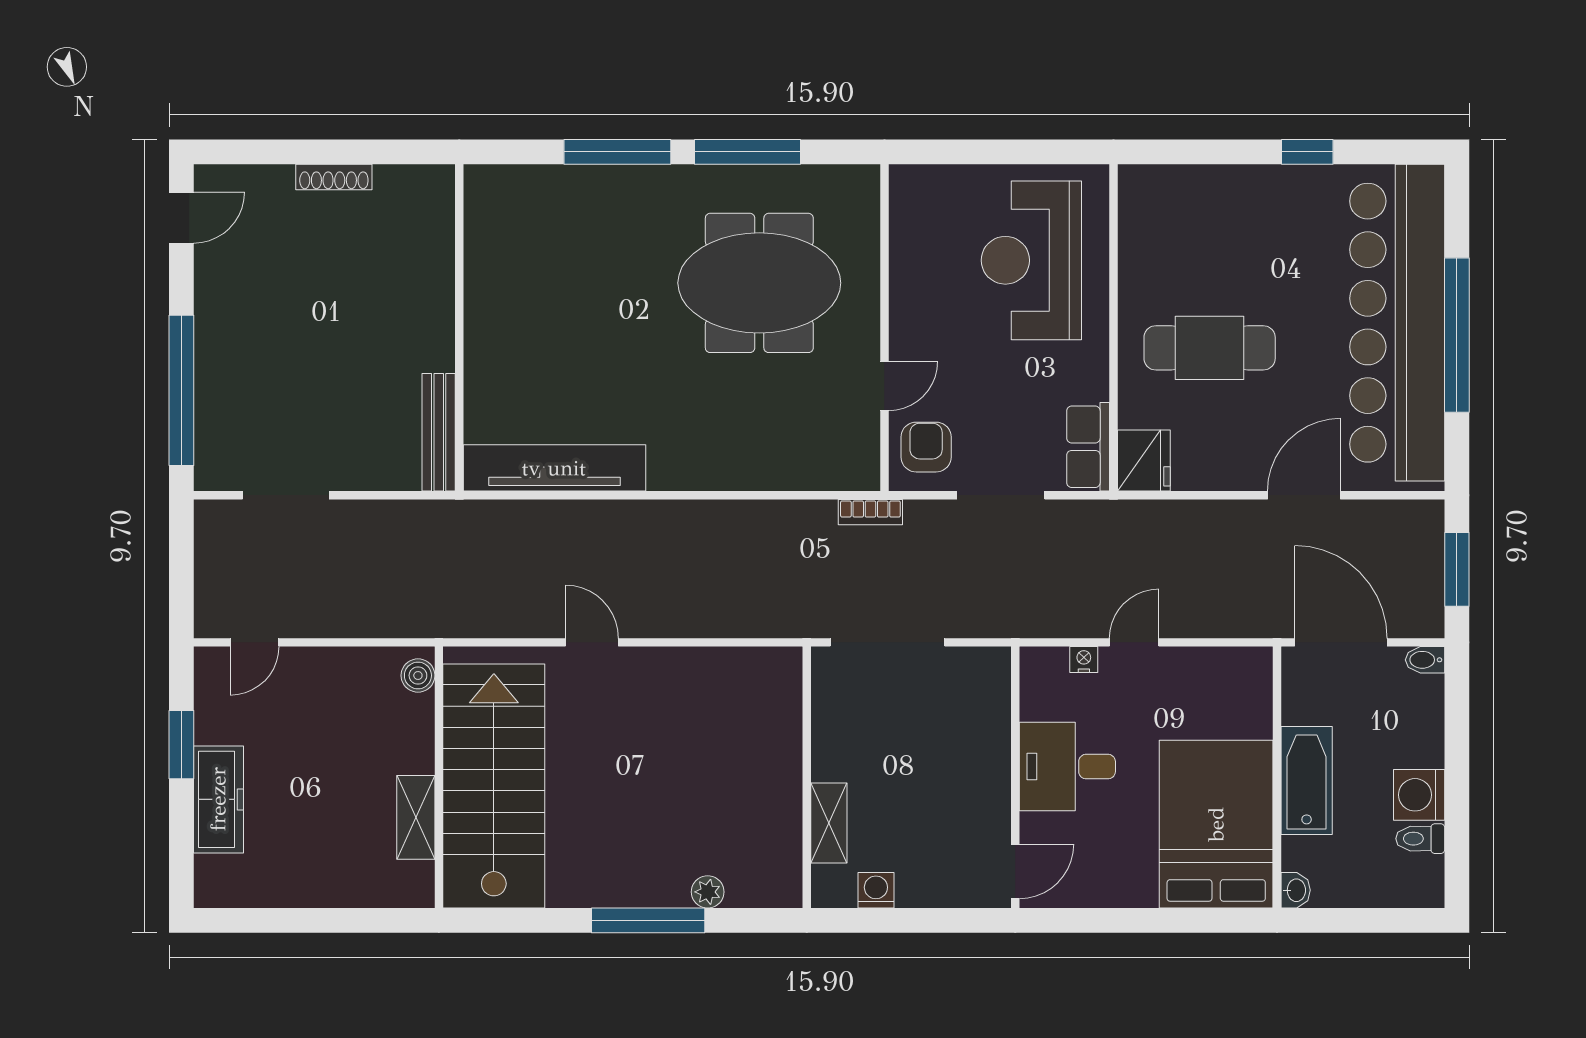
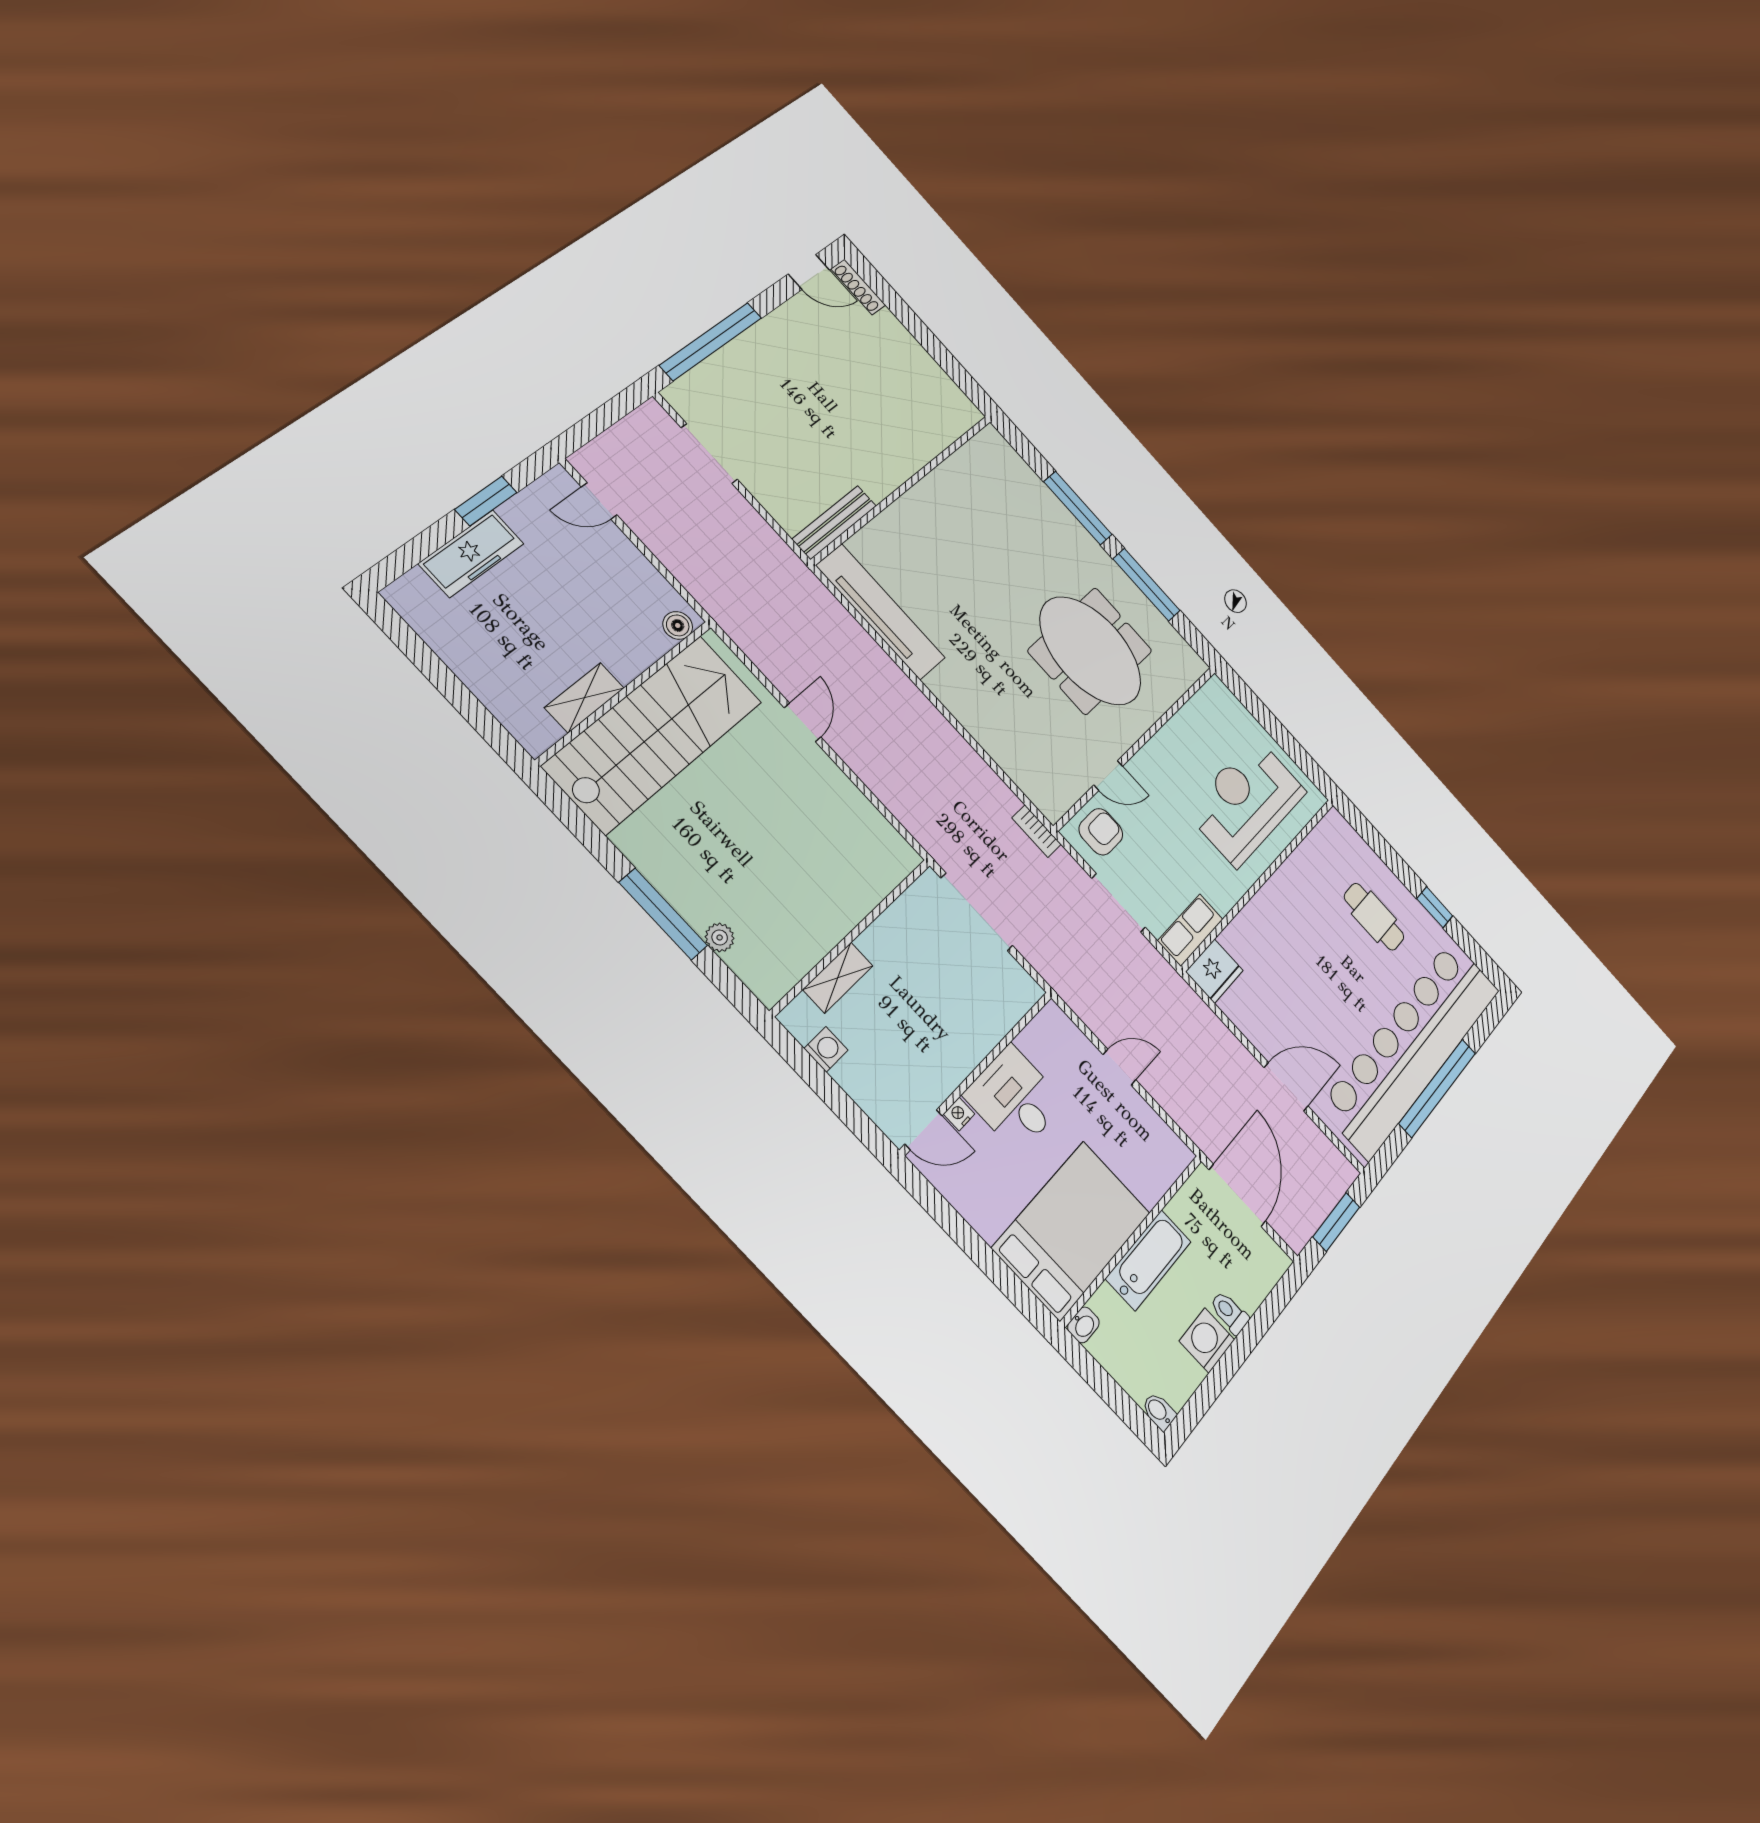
shoe rack: (334, 177) -> (858, 287), moved
cafe table: (1210, 348) -> (1374, 917), moved, width x0.73, depth x0.74
nightstand: (1084, 660) -> (959, 1114), moved, turned -90
bidet: (1425, 660) -> (1159, 1411), moved
toilet: (1420, 839) -> (1230, 1313), moved

